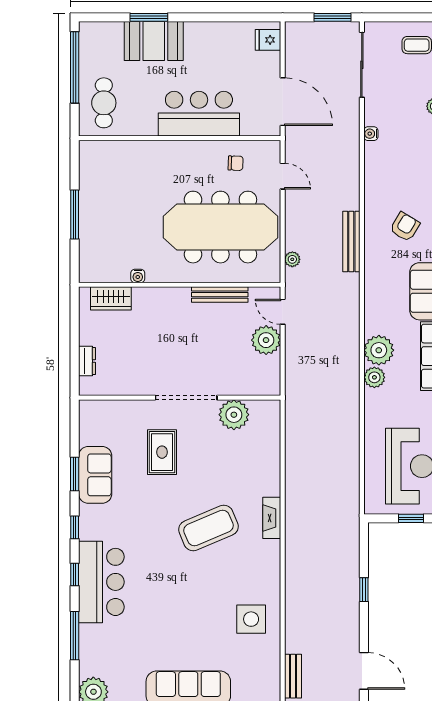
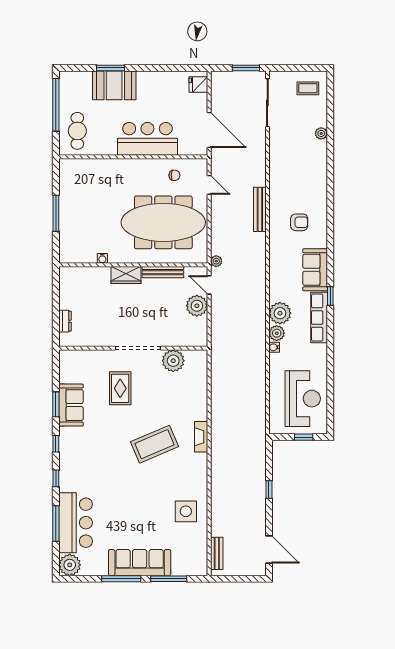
water cooler: (371, 134) -> (274, 347), moved
armchair: (405, 227) -> (299, 222), turned 59
bench: (351, 242) -> (260, 209), moved
plant: (292, 259) -> (216, 261), moved
wardrobe: (111, 298) -> (126, 275), moved
bar counter: (101, 582) -> (76, 523), moved

